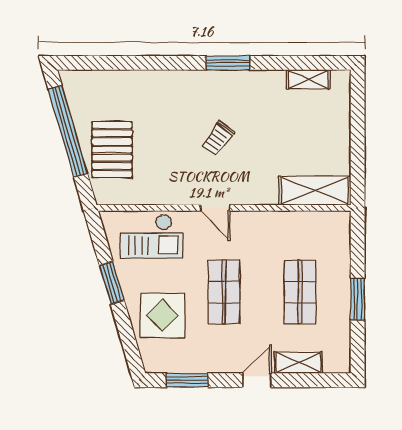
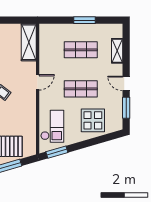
door: (215, 208) -> (38, 82), moved
window: (112, 283) -> (57, 152), moved
door: (257, 380) -> (126, 83), moved

